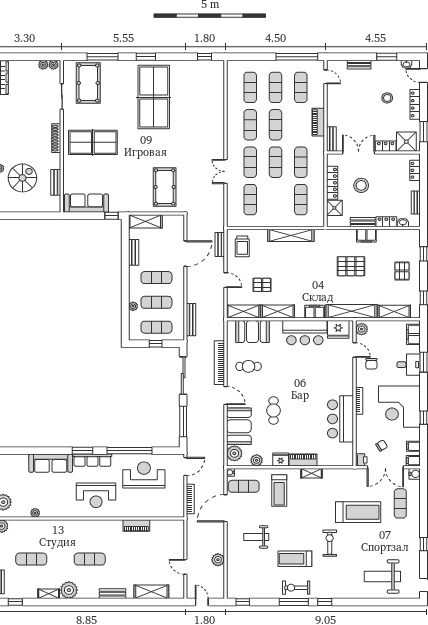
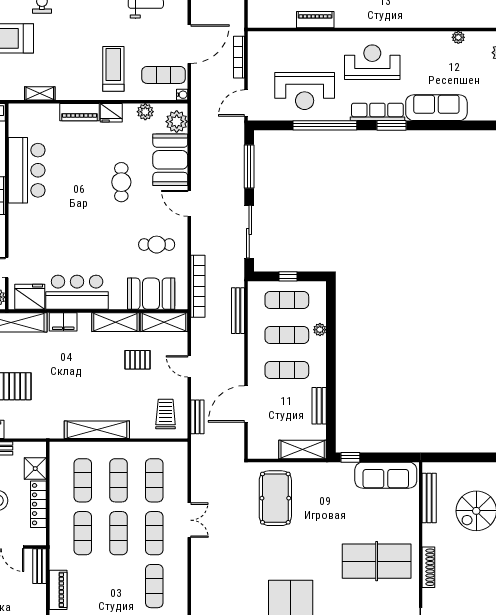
exercise mat: (276, 125) -> (119, 480), moved
bench: (56, 182) -> (429, 498), width x1.36
bookcase: (219, 363) -> (198, 286), moved
shelving: (311, 473) -> (40, 93), moved

